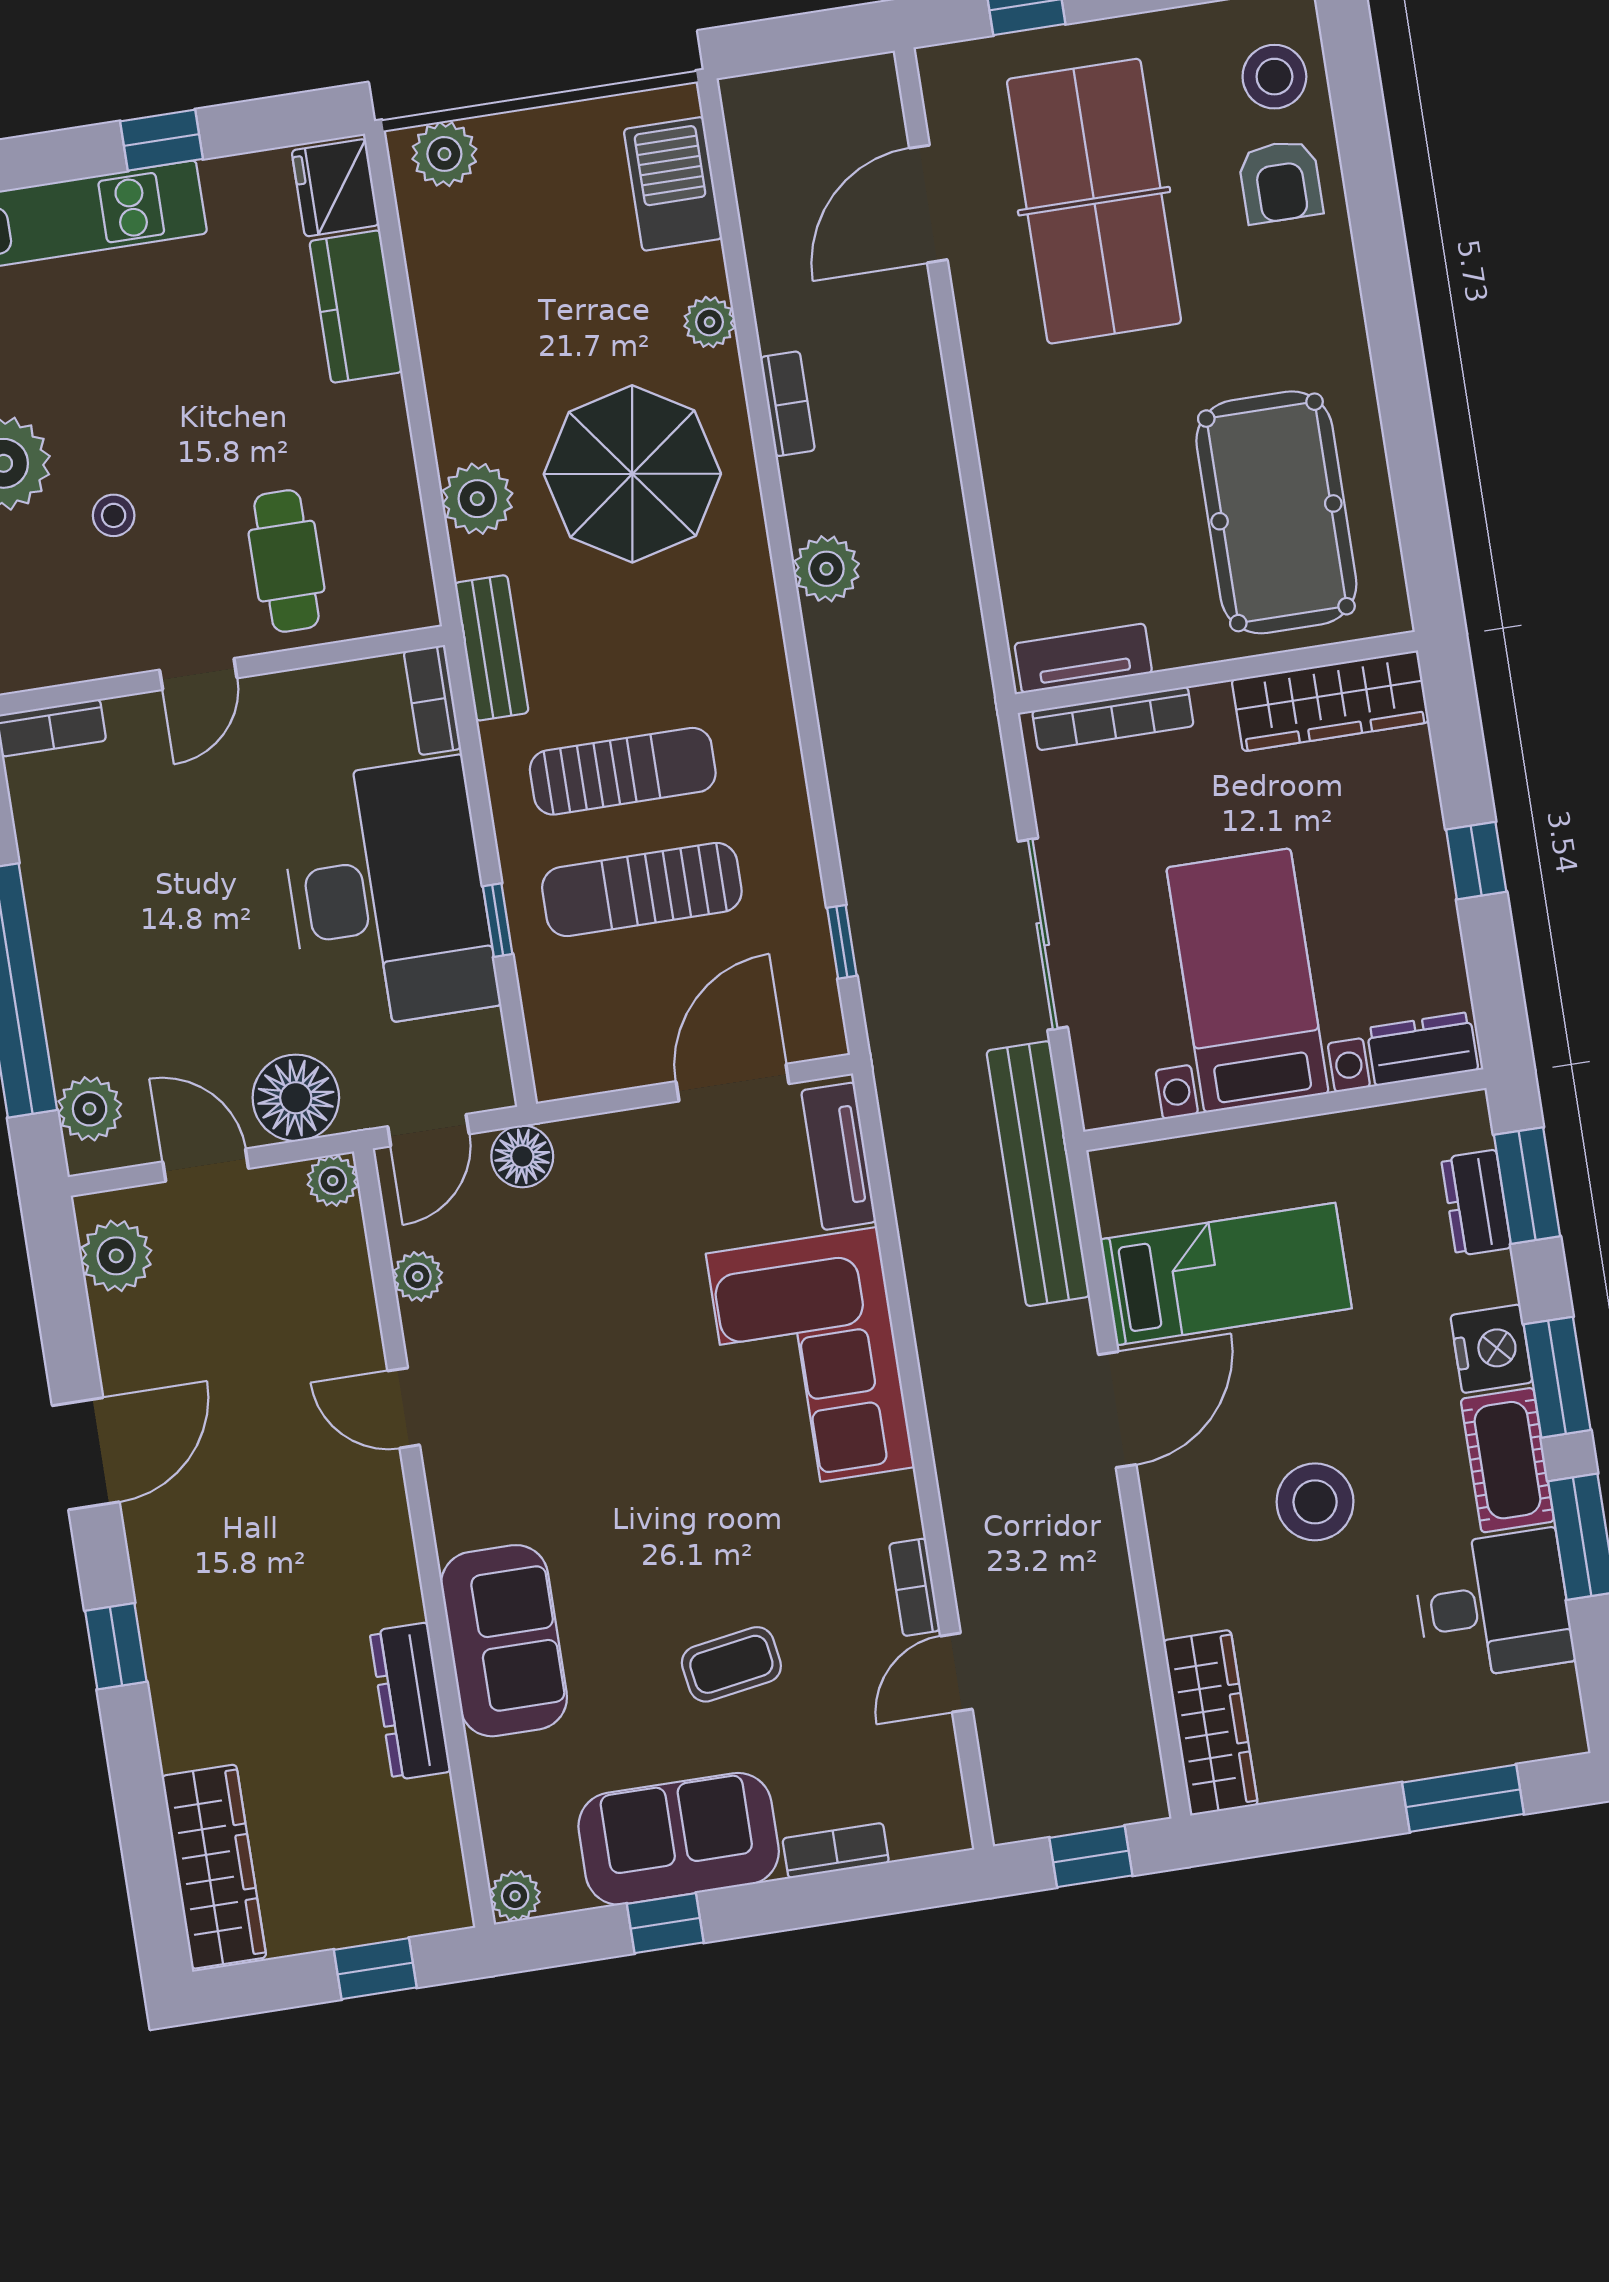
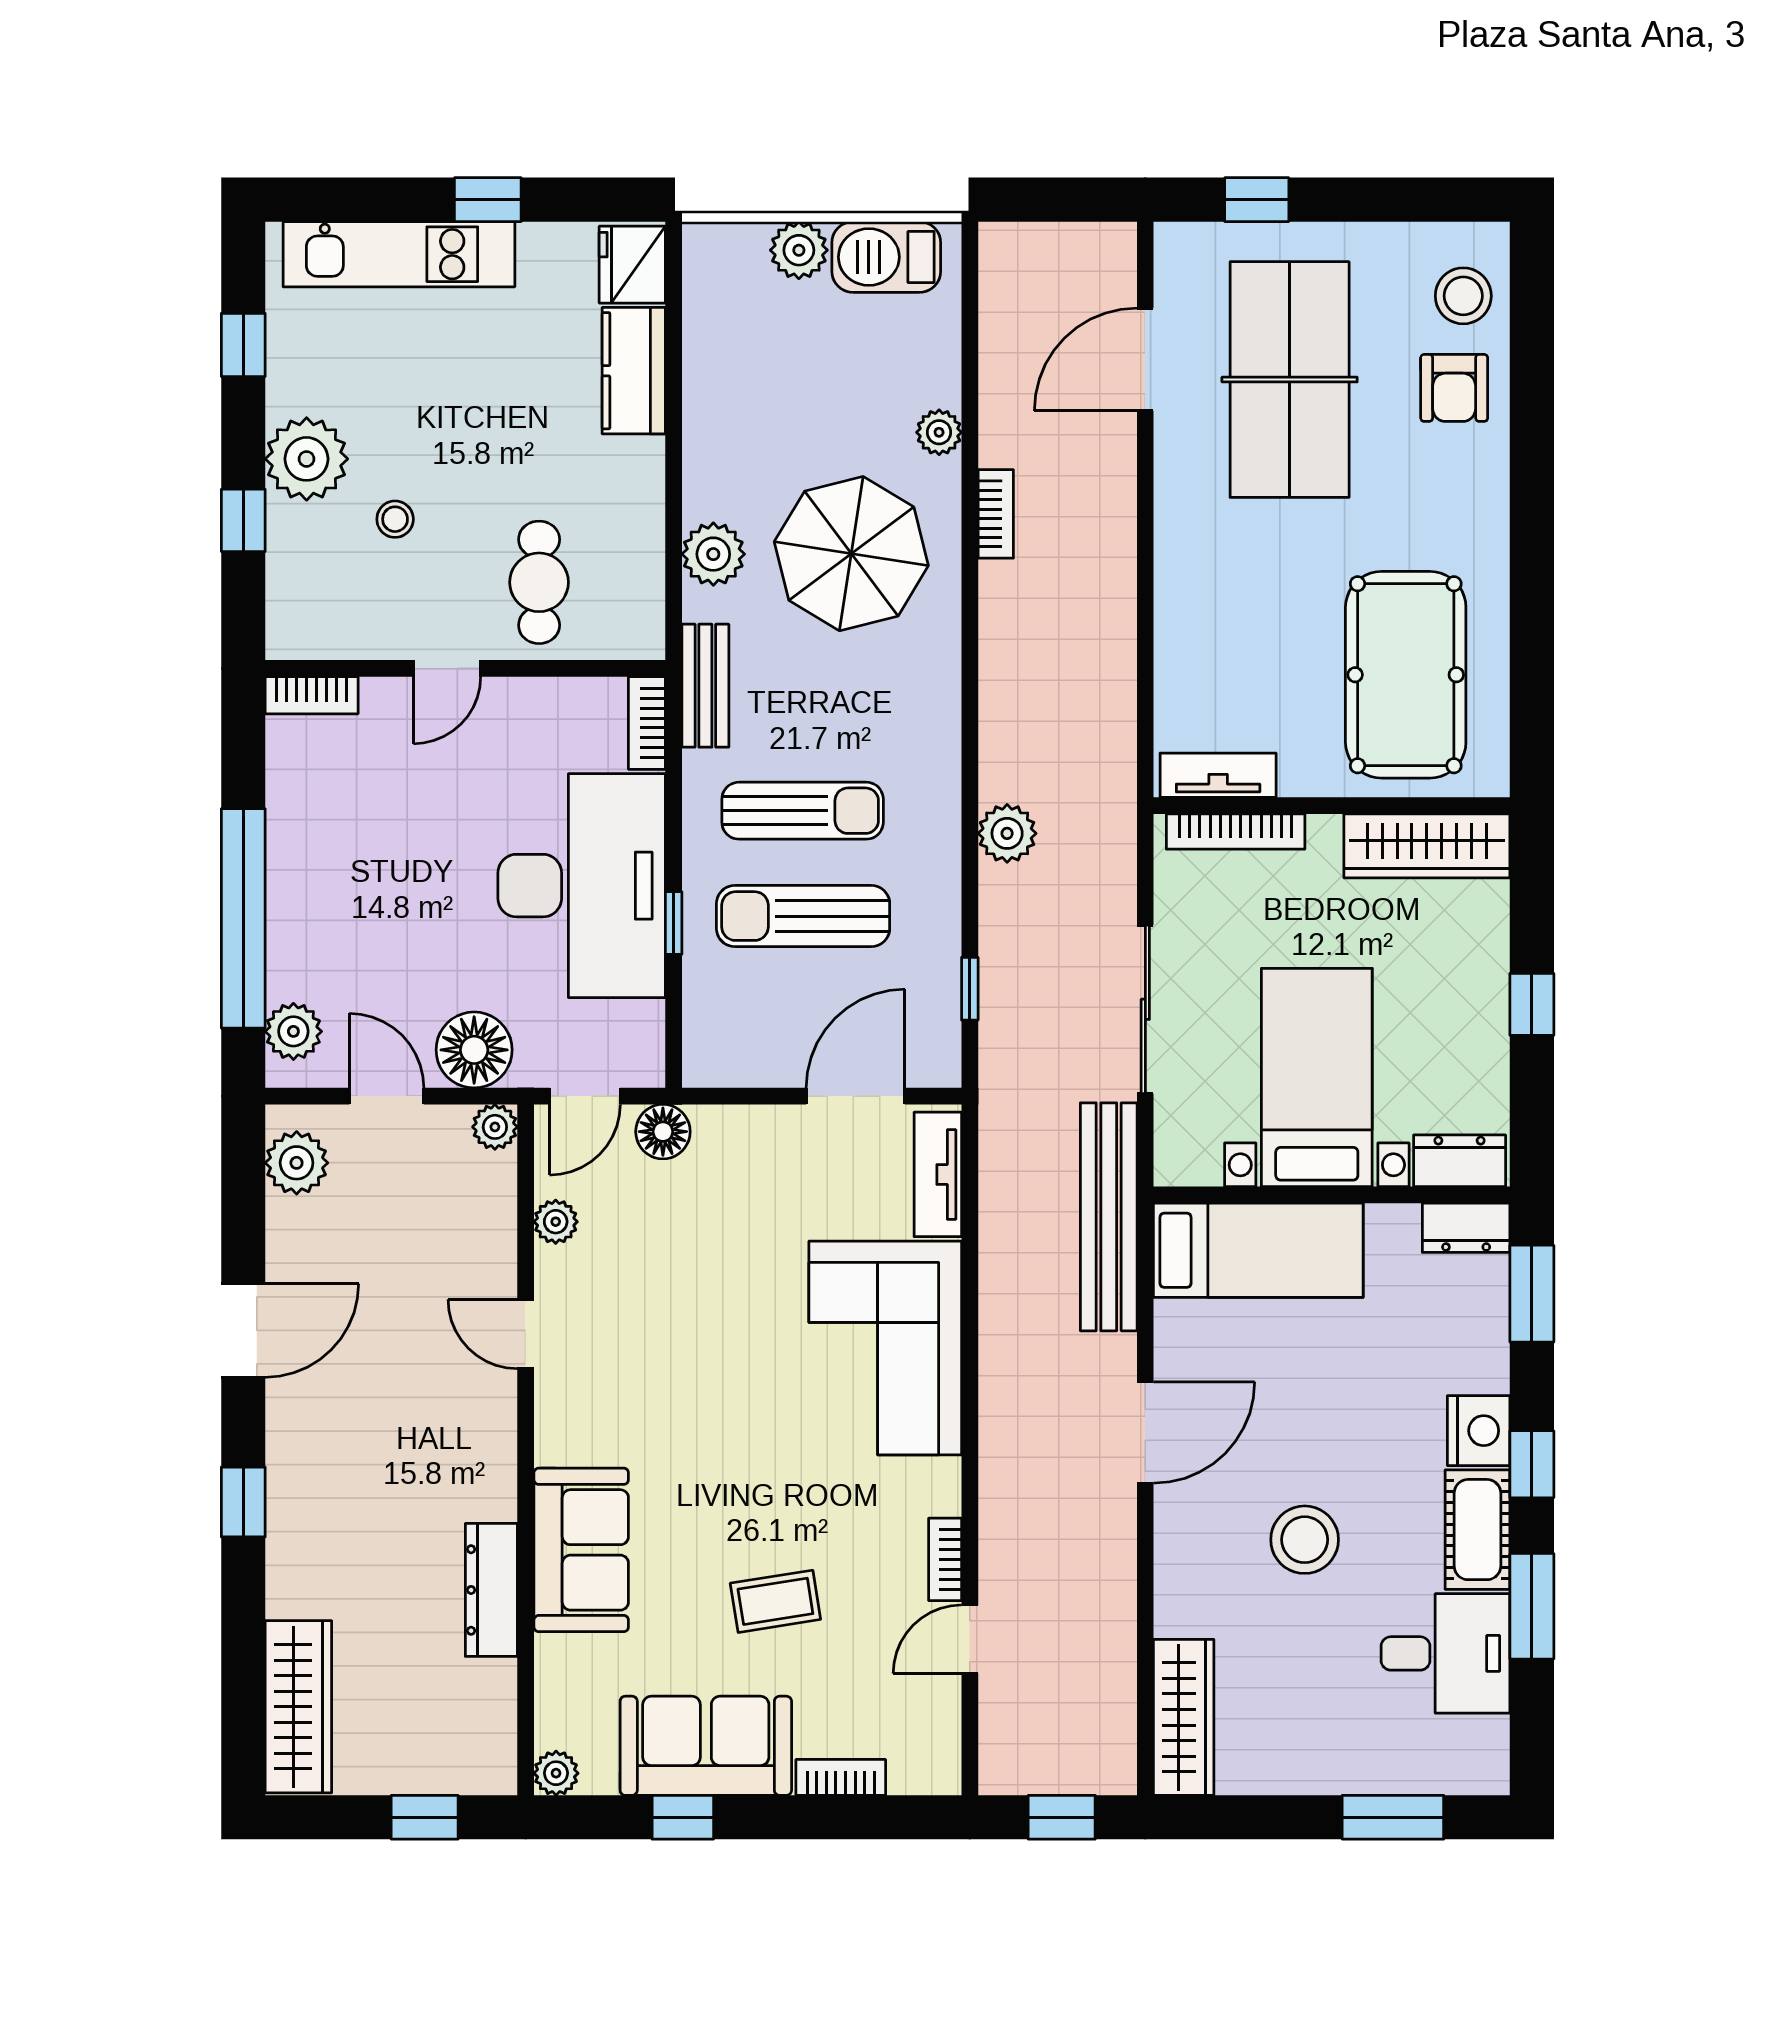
plant: (444, 154) -> (799, 250), moved
barbecue: (673, 184) -> (886, 257), moved, turned -90
plant: (826, 569) -> (1007, 833), moved
dresser: (1476, 1203) -> (1466, 1228), moved, turned -90
bed: (1226, 1274) -> (1258, 1250), moved
window: (1557, 1377) -> (1532, 1464), width x0.67

